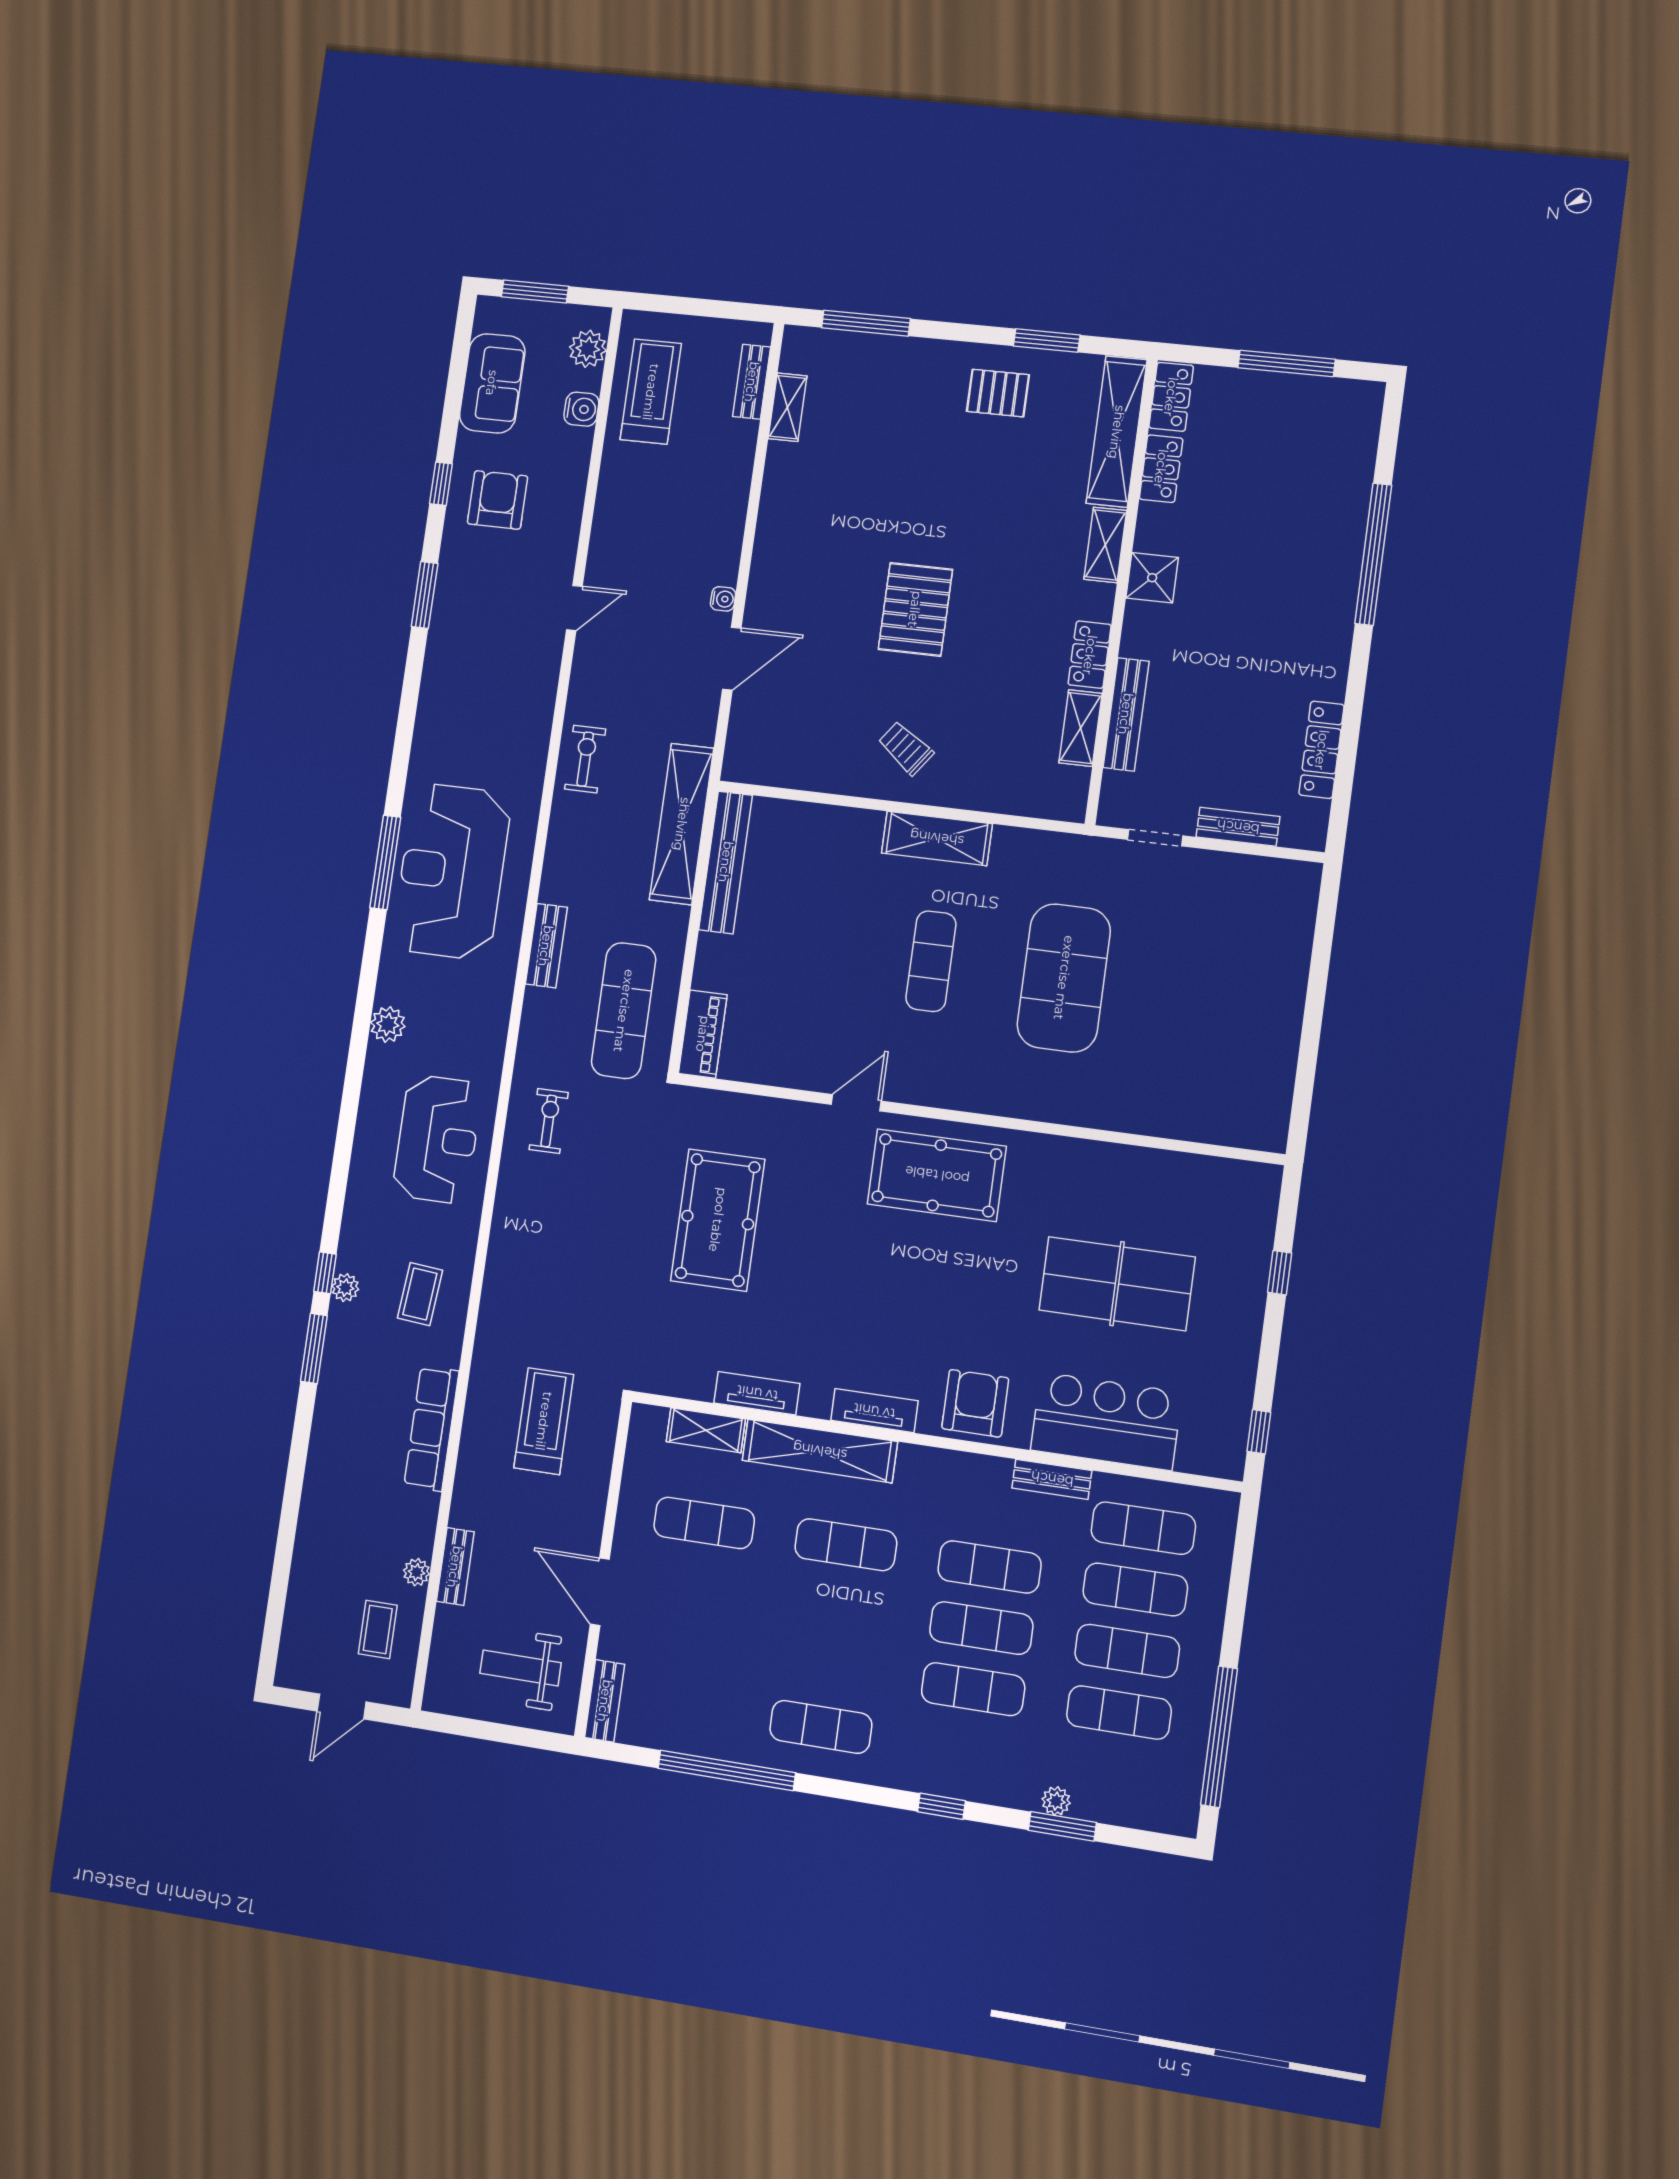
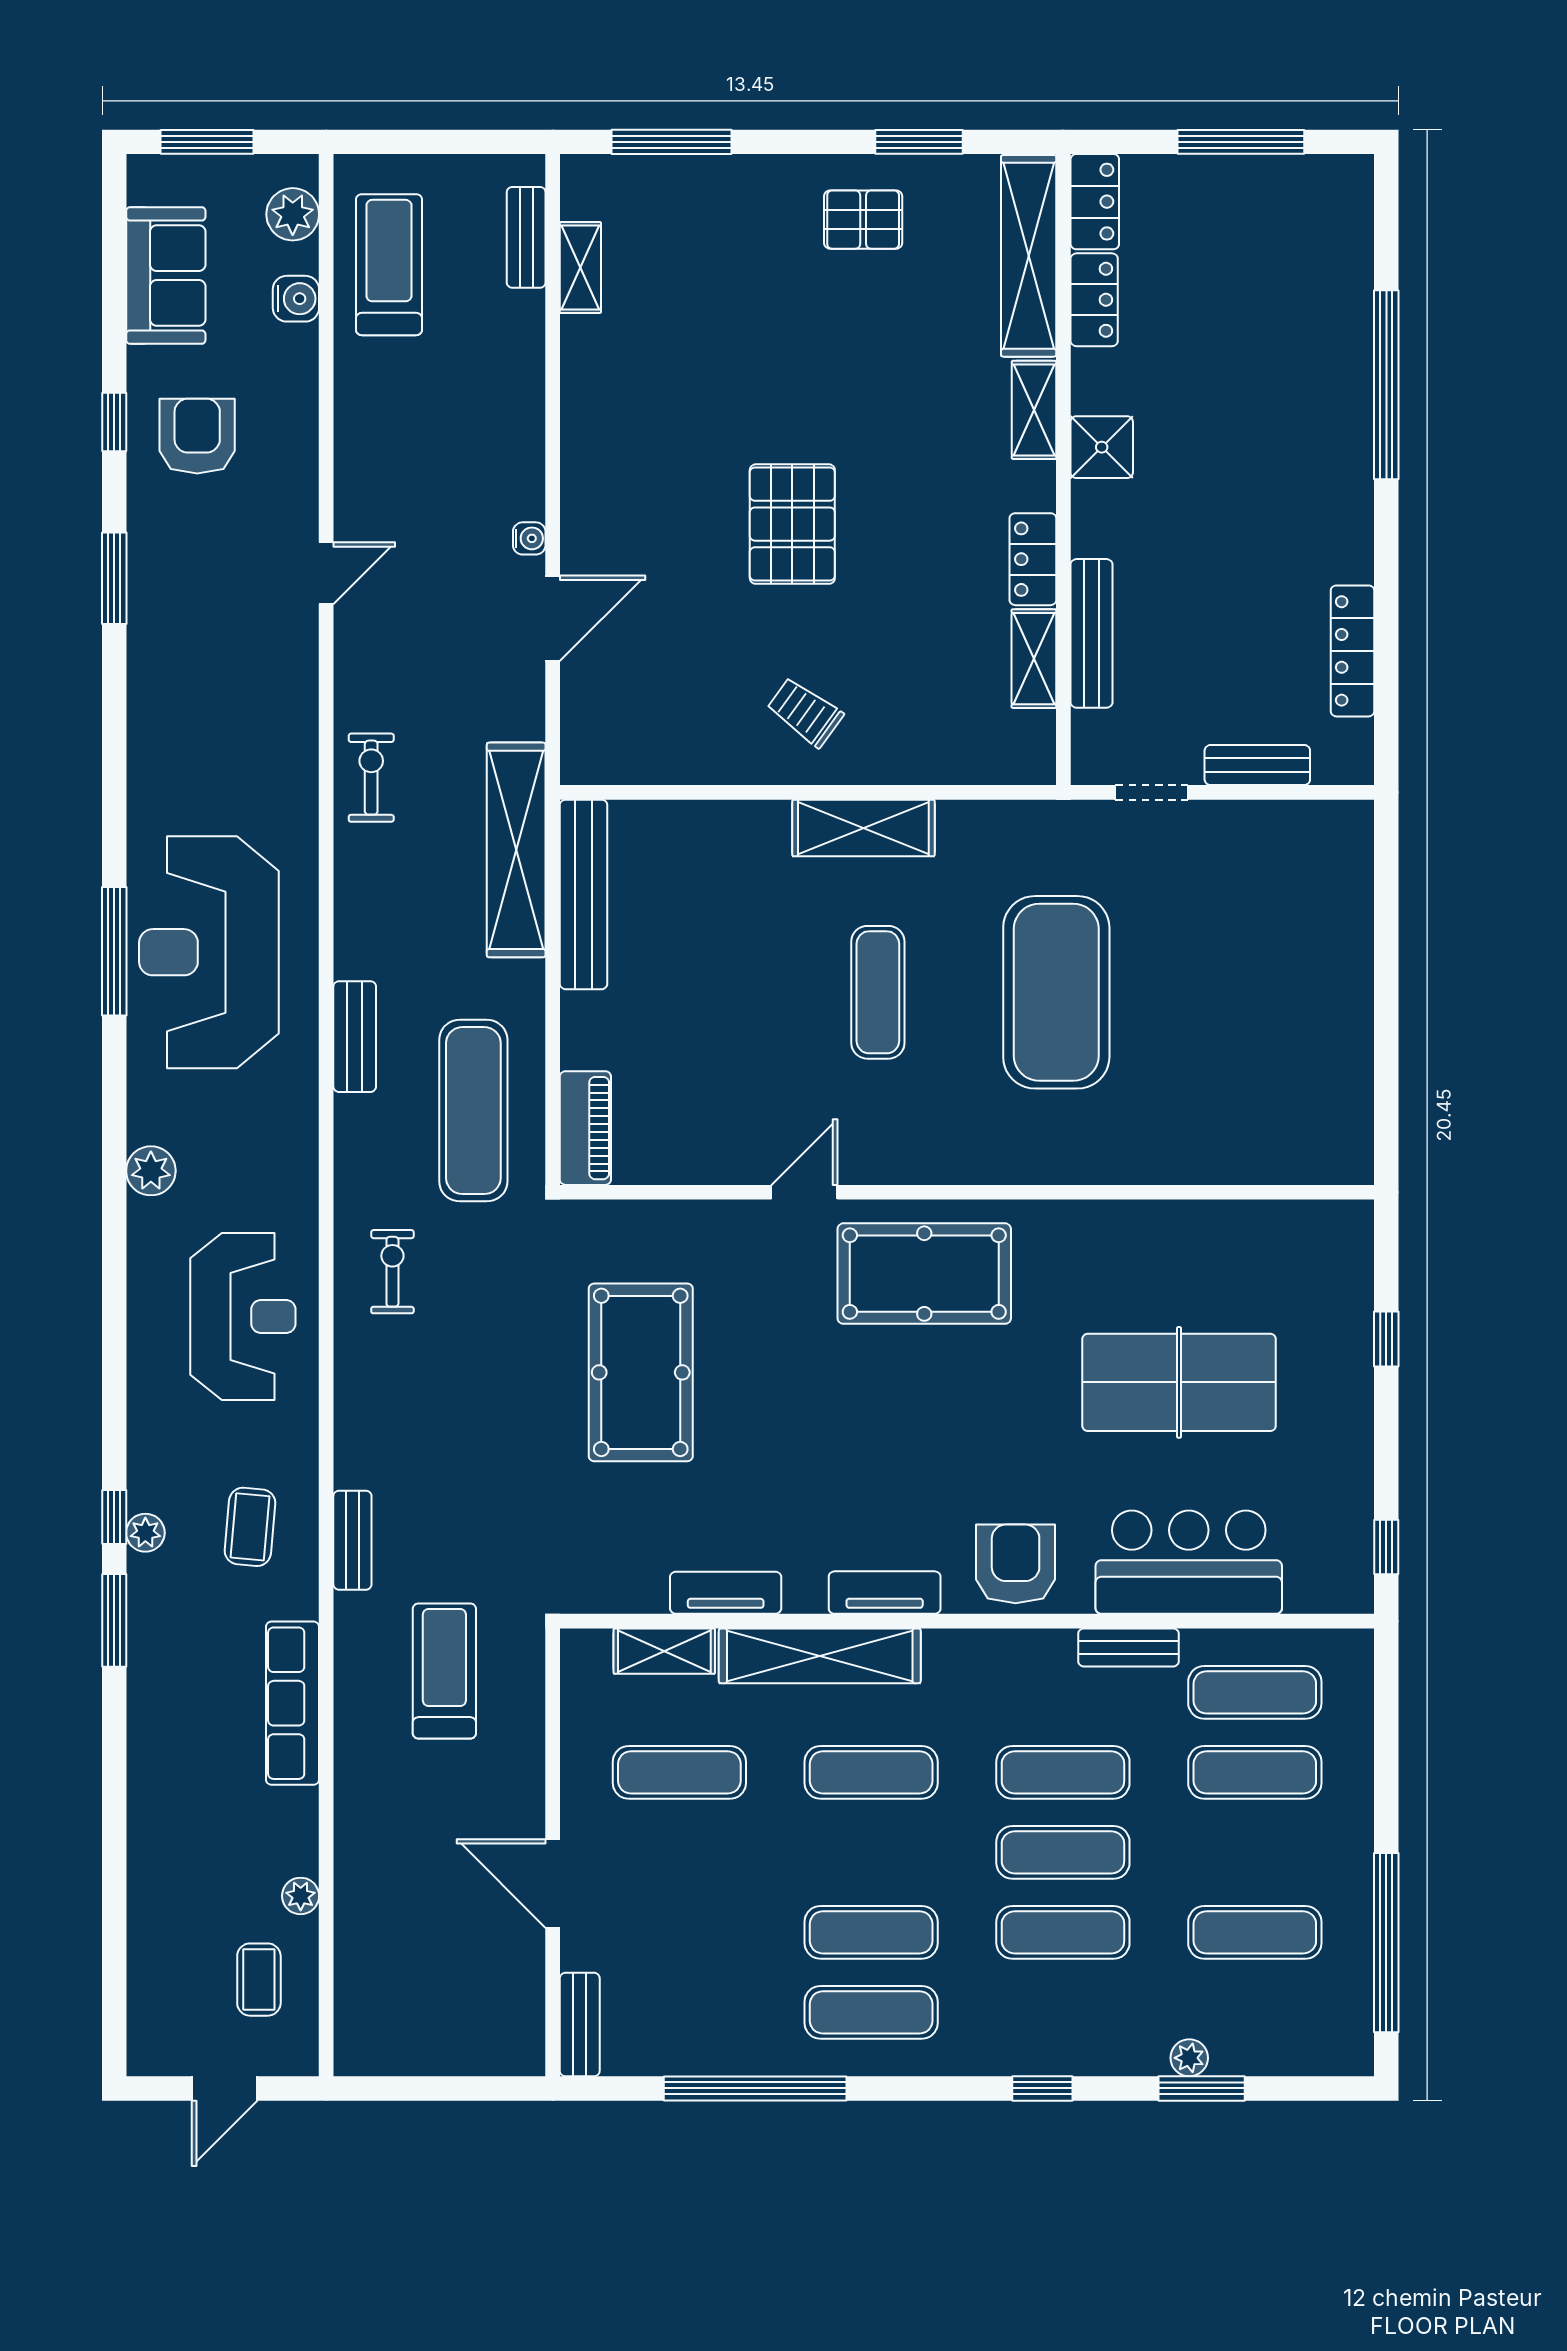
bench: (455, 1567) -> (352, 1540), moved
exercise mat: (1127, 1651) -> (871, 1932), moved
weight bench: (520, 1668) -> (460, 2000), removed

